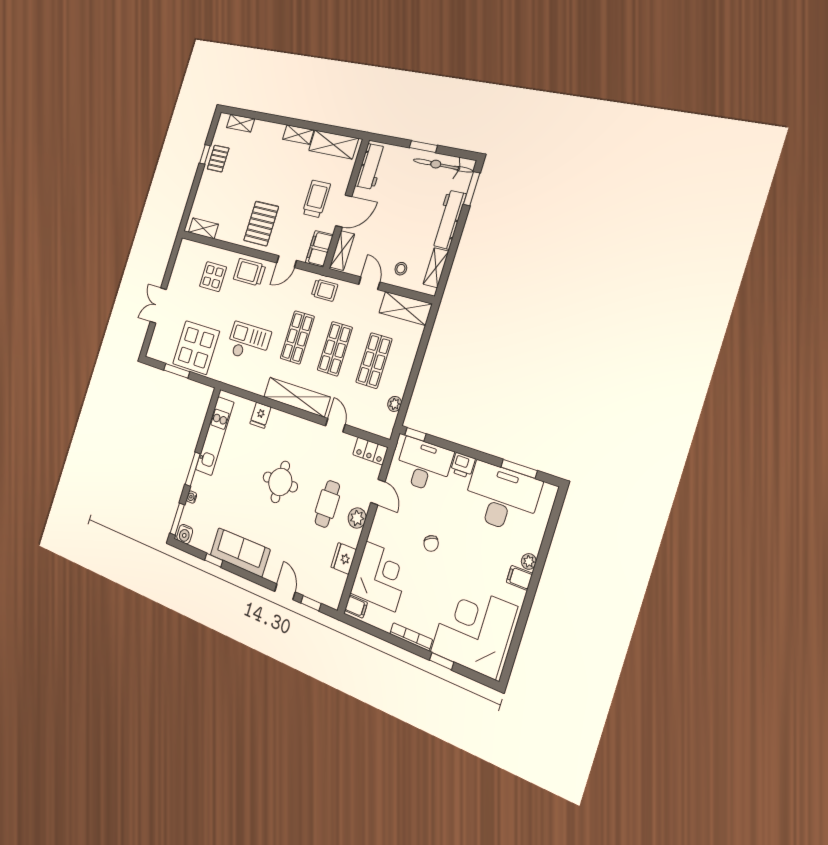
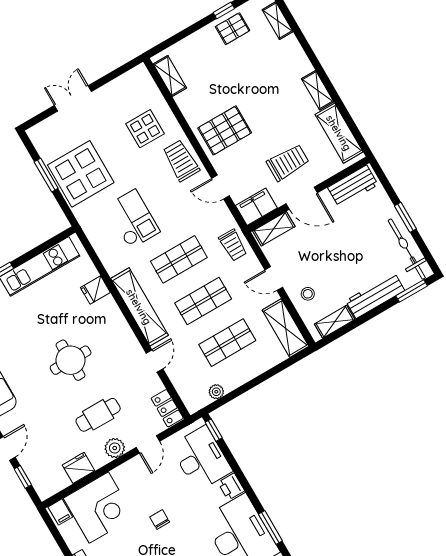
door: (369, 283) -> (274, 279), swing flipped
chair: (431, 543) -> (160, 520), turned 114

